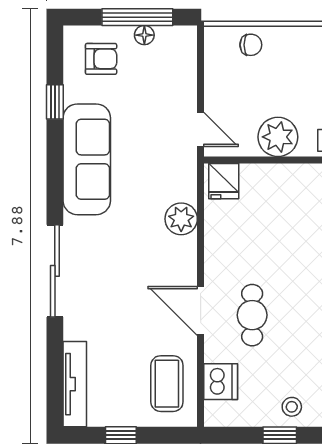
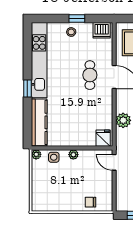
plant: (278, 137) -> (73, 155), width x0.53, depth x0.53
dishwasher: (221, 382) -> (102, 30), moved, turned -90

